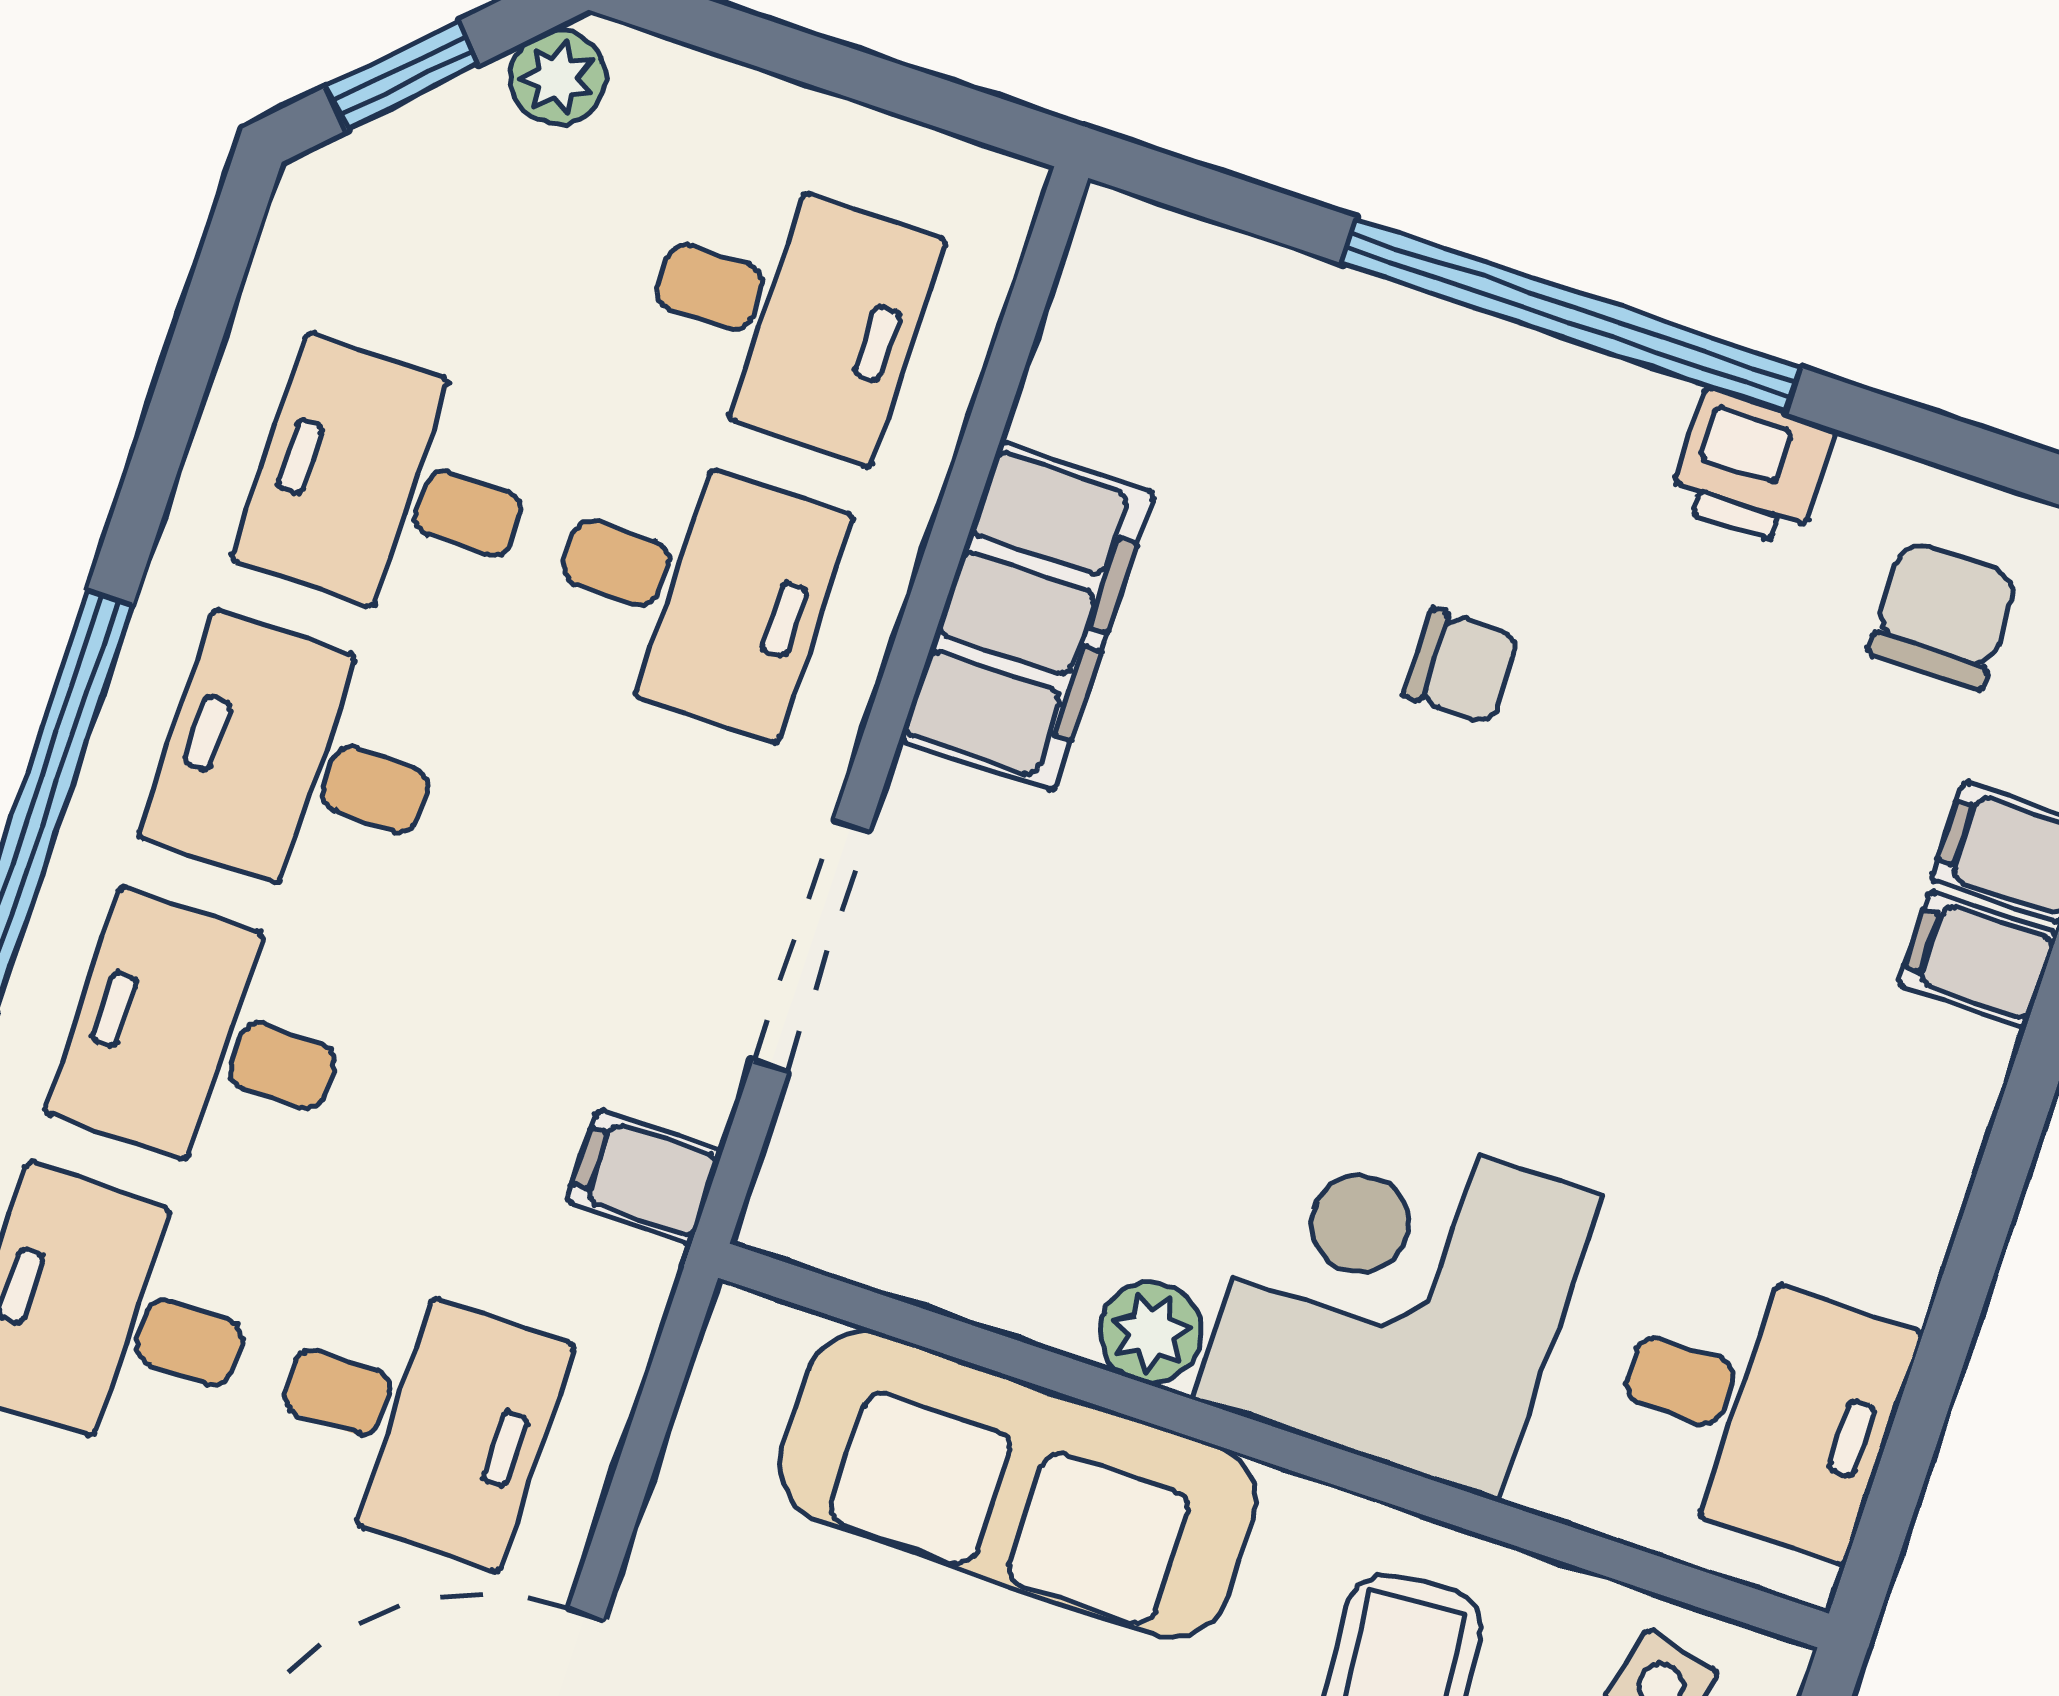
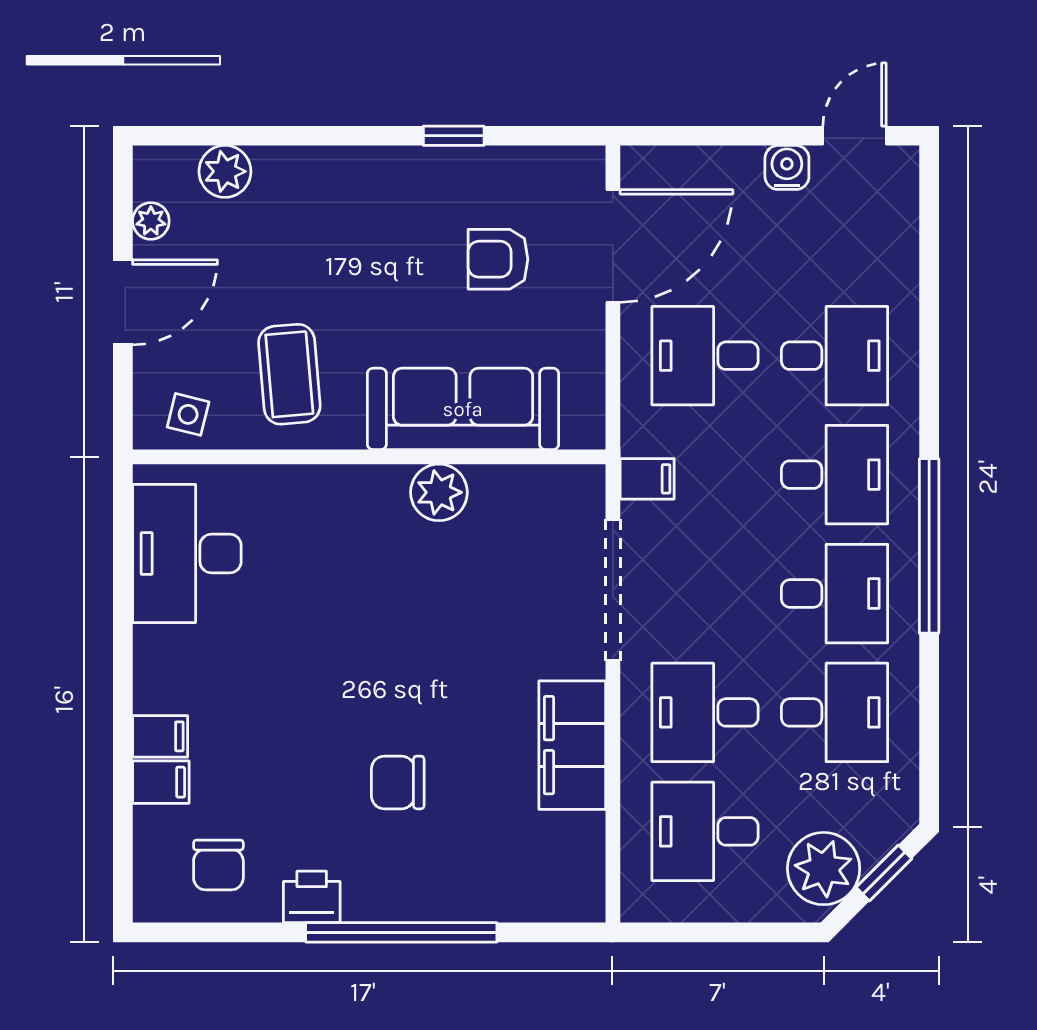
plant: (558, 78) -> (824, 869), width x1.87, depth x1.87
chair: (1462, 666) -> (398, 782), width x1.37, depth x1.37
doorway: (811, 946) -> (613, 590), width x1.36
corner desk: (1397, 1298) -> (341, 530), removed
plant: (1151, 1332) -> (439, 492), width x1.38, depth x1.38
desk: (1758, 1407) -> (187, 554), width x1.37

